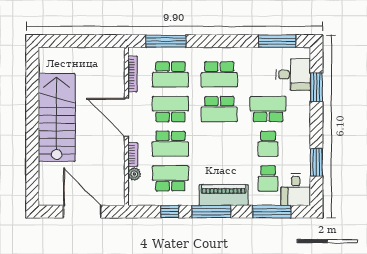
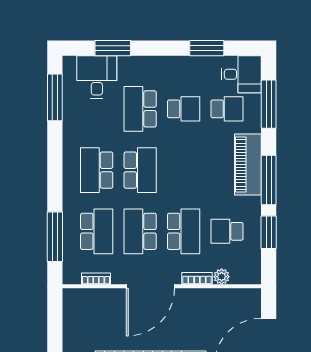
bookcase: (133, 74) -> (96, 279), width x0.64
school desk: (219, 74) -> (97, 170), turned 180
school desk: (170, 178) -> (227, 231), width x0.54
window: (170, 212) -> (269, 232), width x1.50

